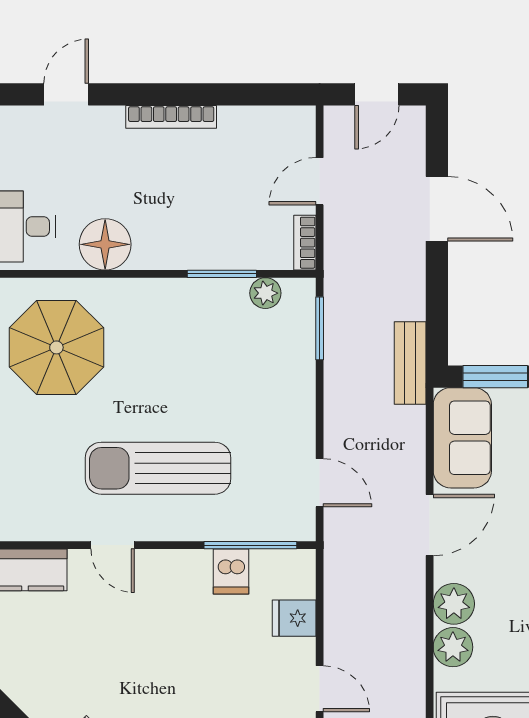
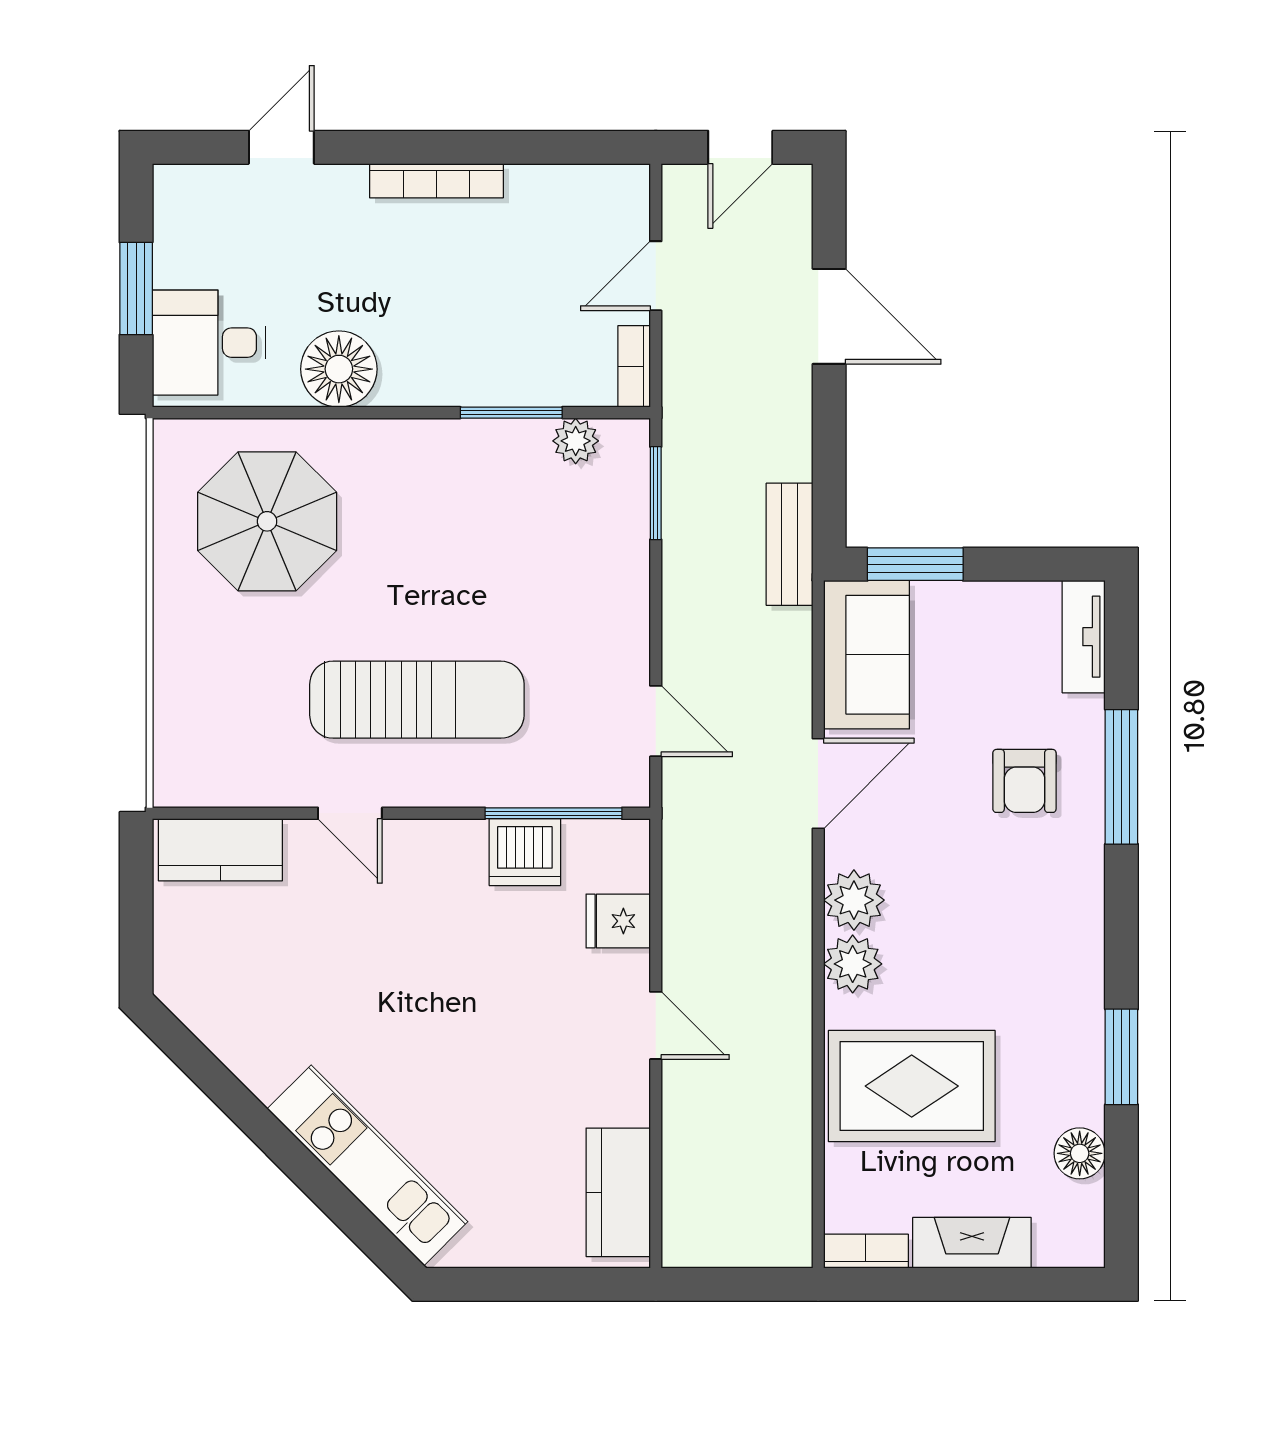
sun lounger: (158, 468) -> (417, 700), turned 180
dishwasher: (231, 571) -> (525, 852), width x1.38

